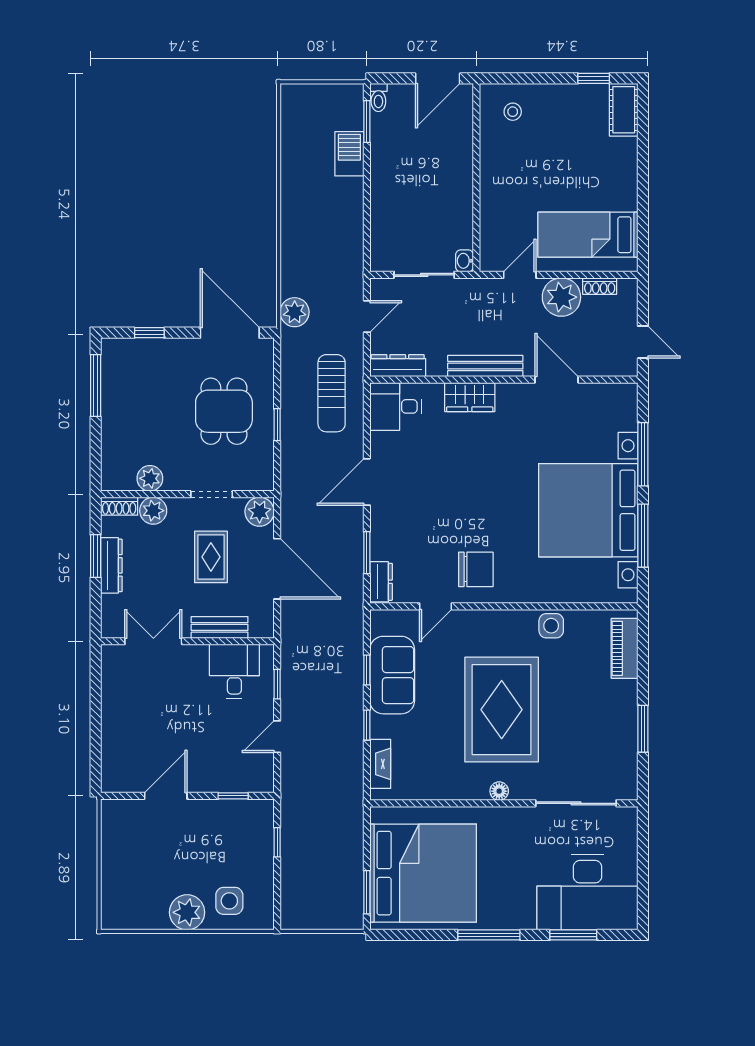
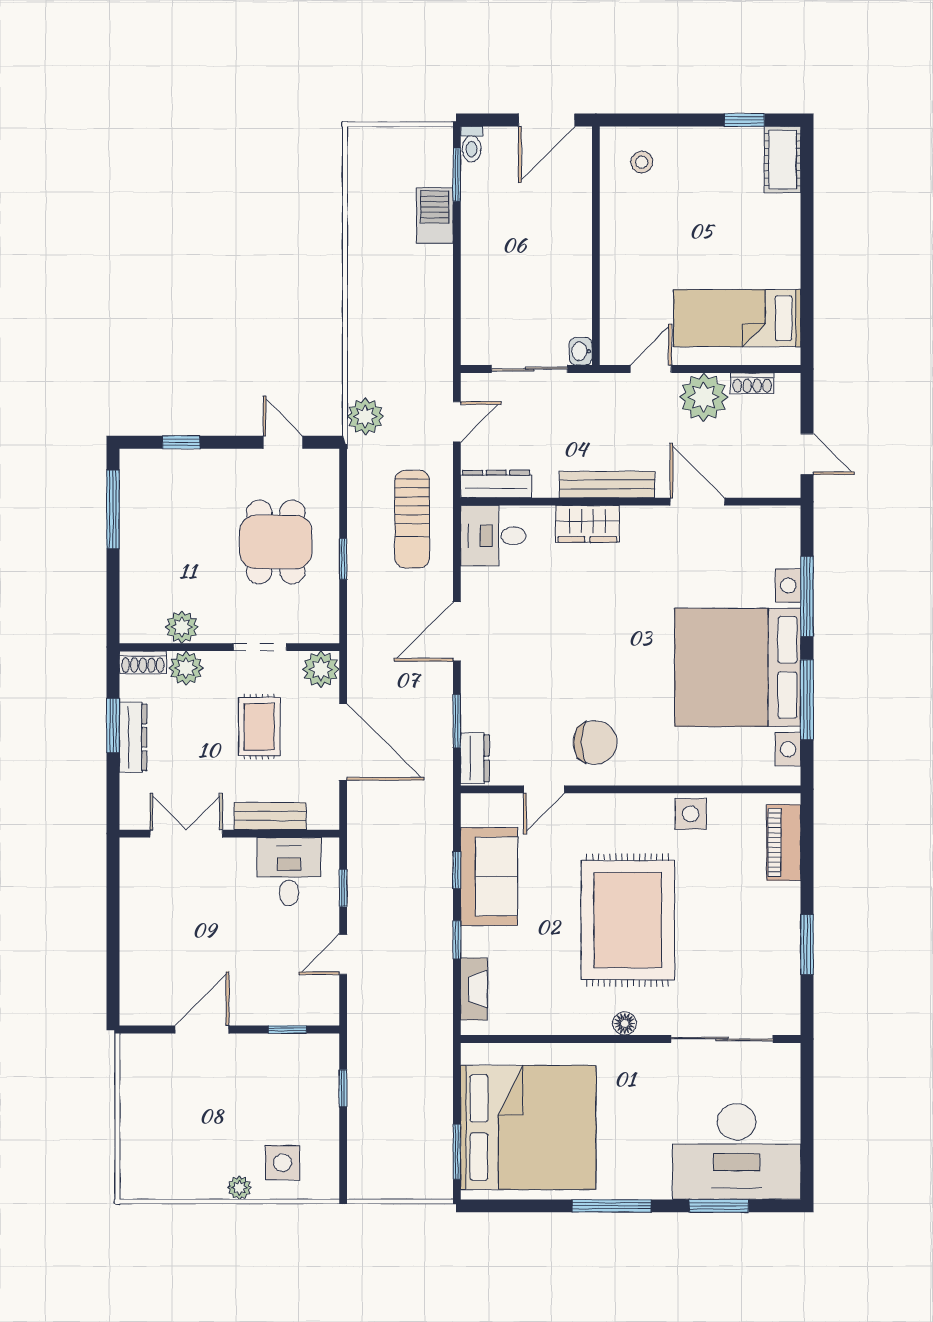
door: (230, 333) -> (283, 442), width x0.53
plant: (187, 912) -> (239, 1188), width x0.53, depth x0.53

